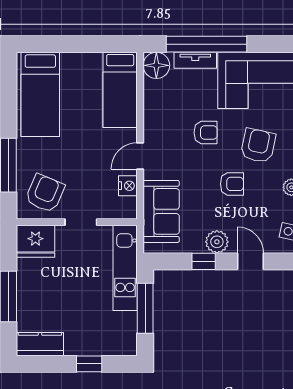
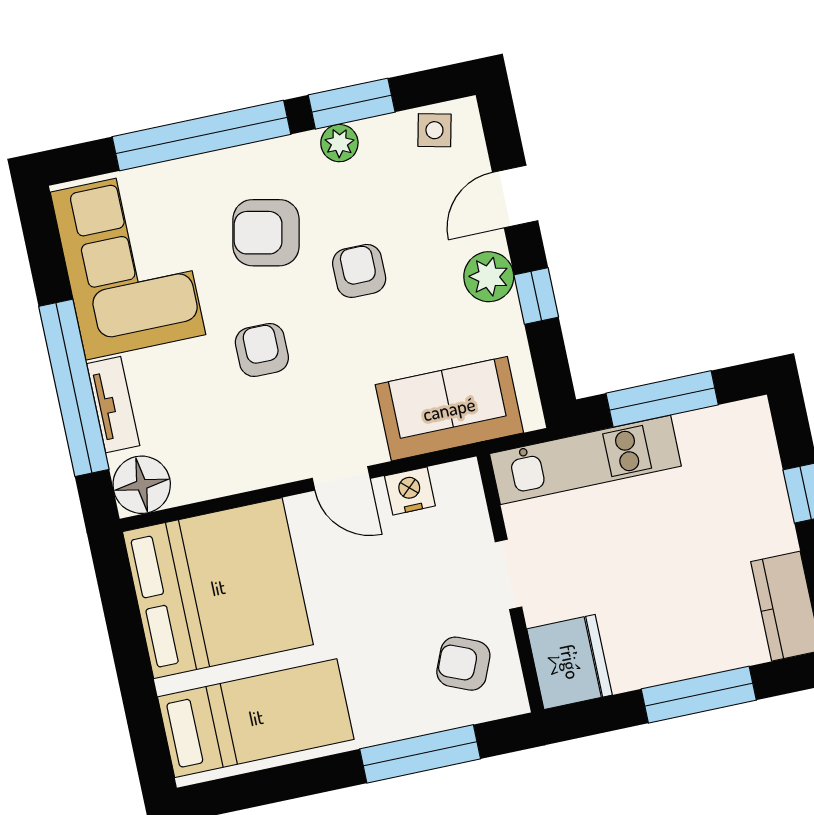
bed: (120, 90) -> (218, 588), width x2.04
armchair: (45, 193) -> (463, 664), width x0.72, depth x0.72

